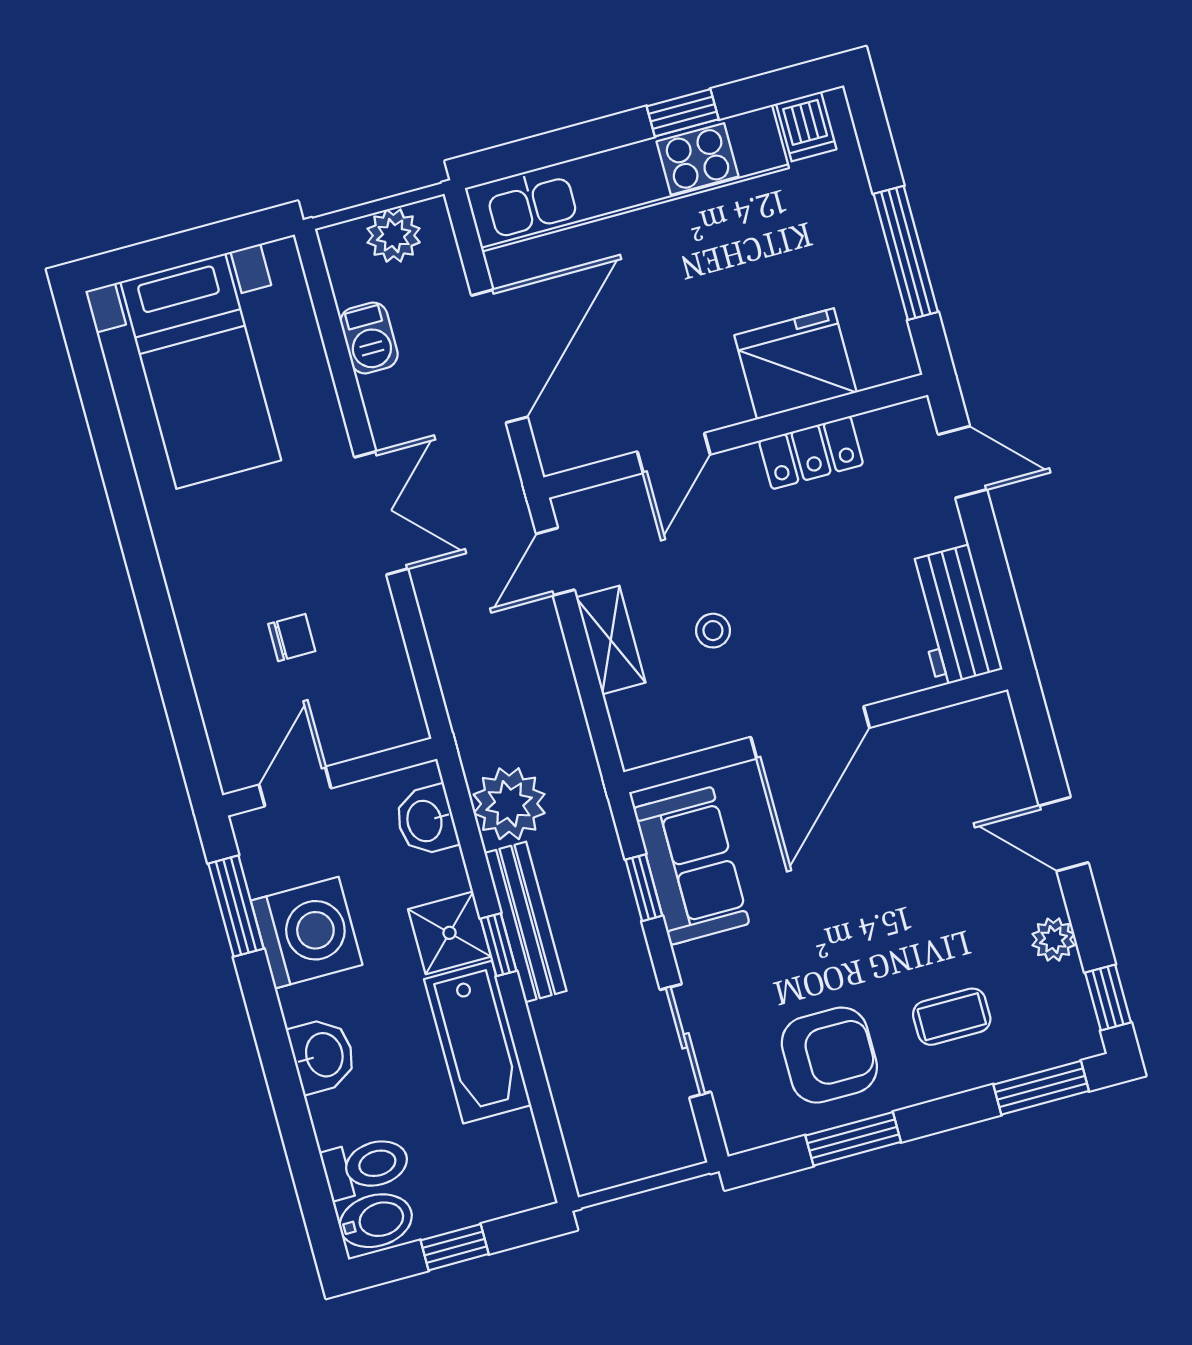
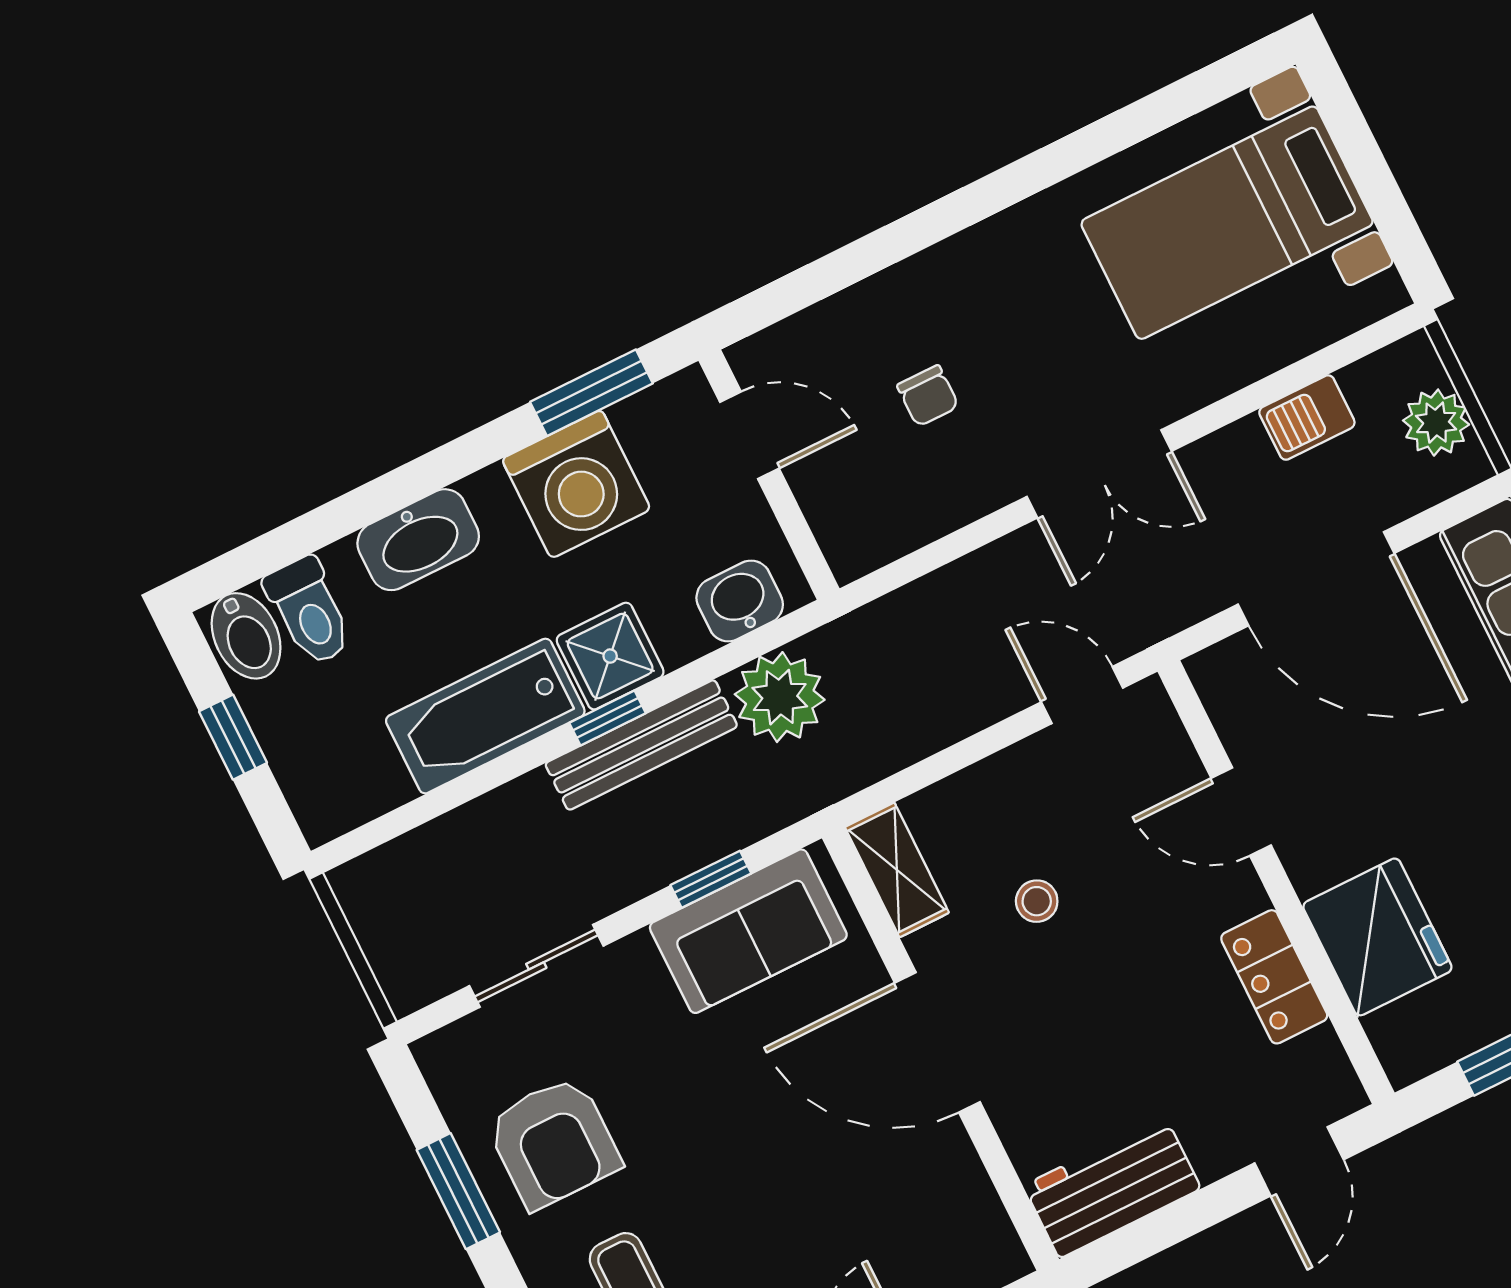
shelving: (611, 640) -> (897, 870), moved, turned 90
washbasin: (323, 1055) -> (418, 540), width x1.38

